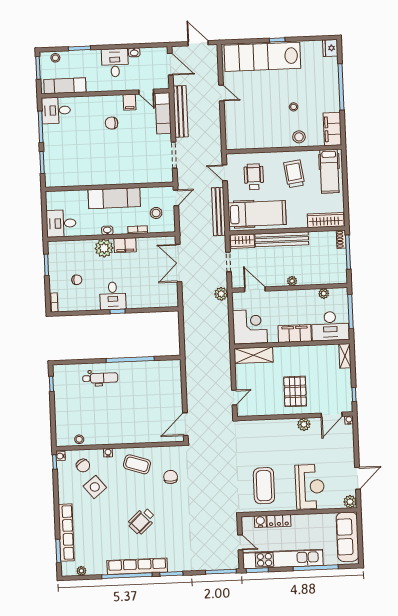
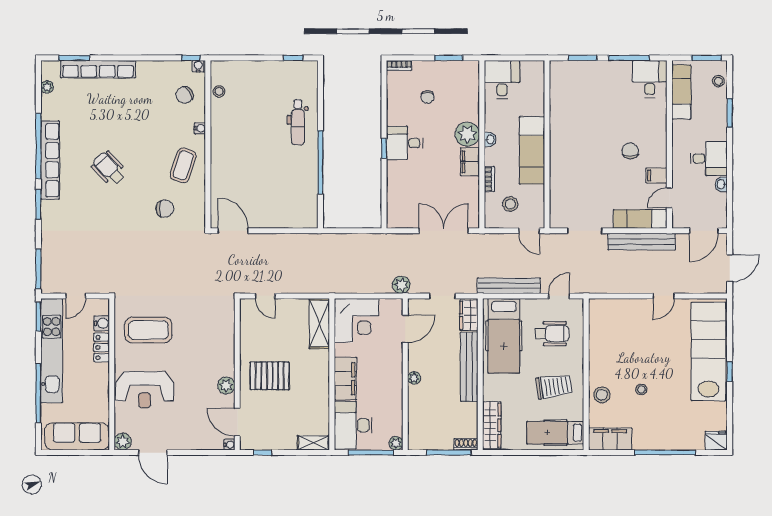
plant: (324, 294) -> (396, 443), moved
side table: (95, 487) -> (156, 109), removed

